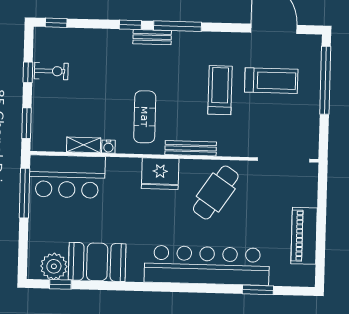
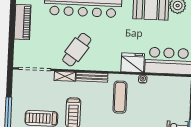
shelving: (84, 145) -> (65, 76), moved
fridge: (160, 174) -> (133, 63), moved

